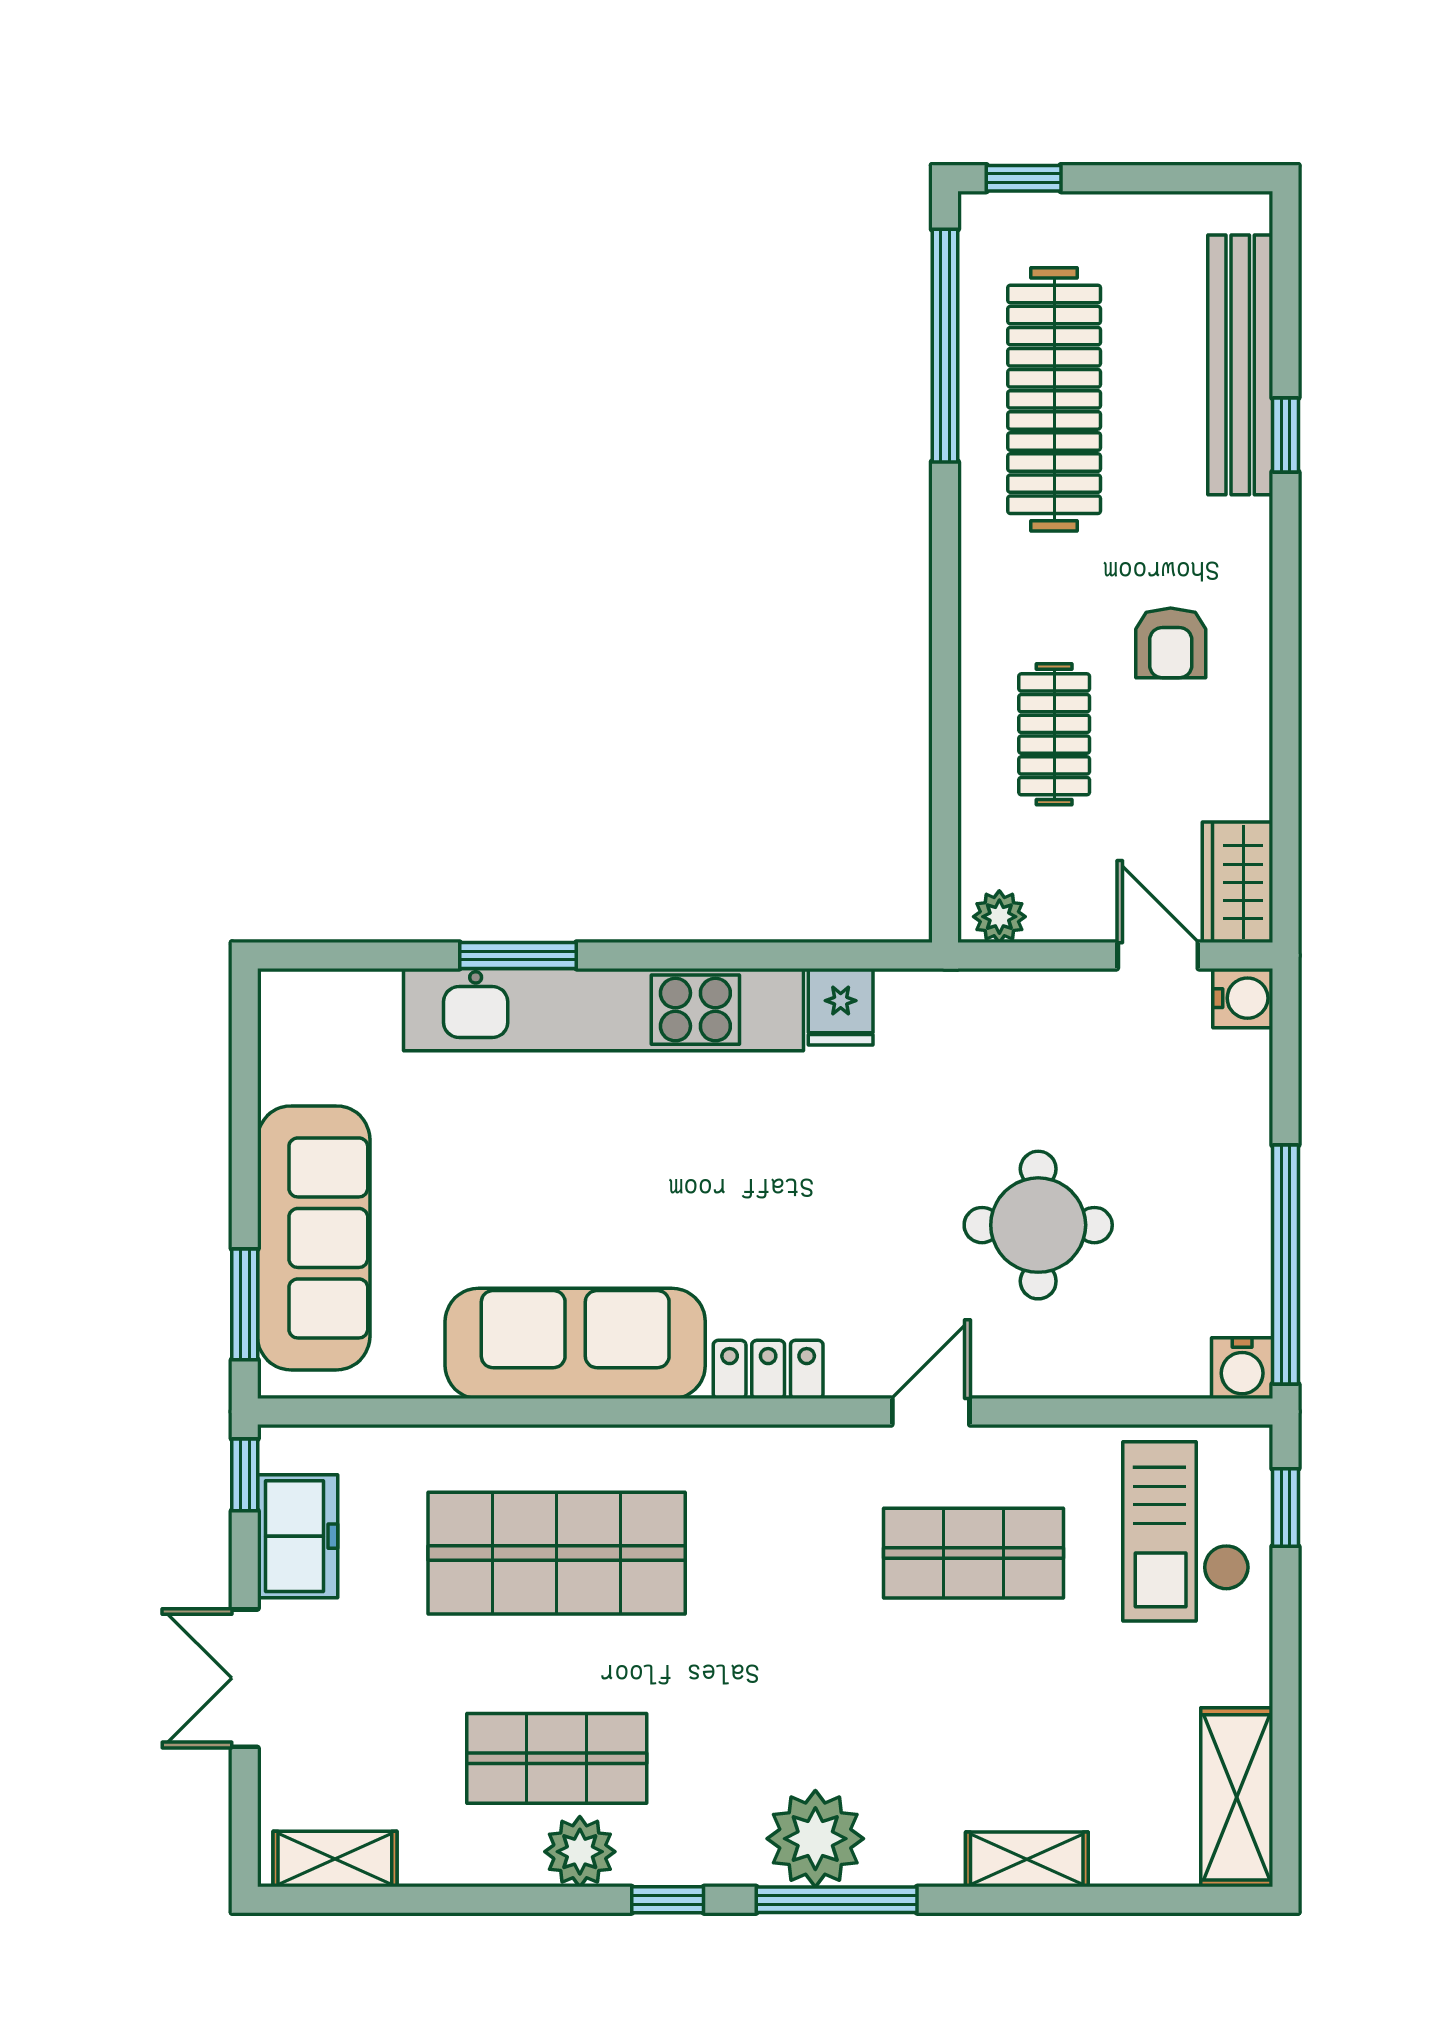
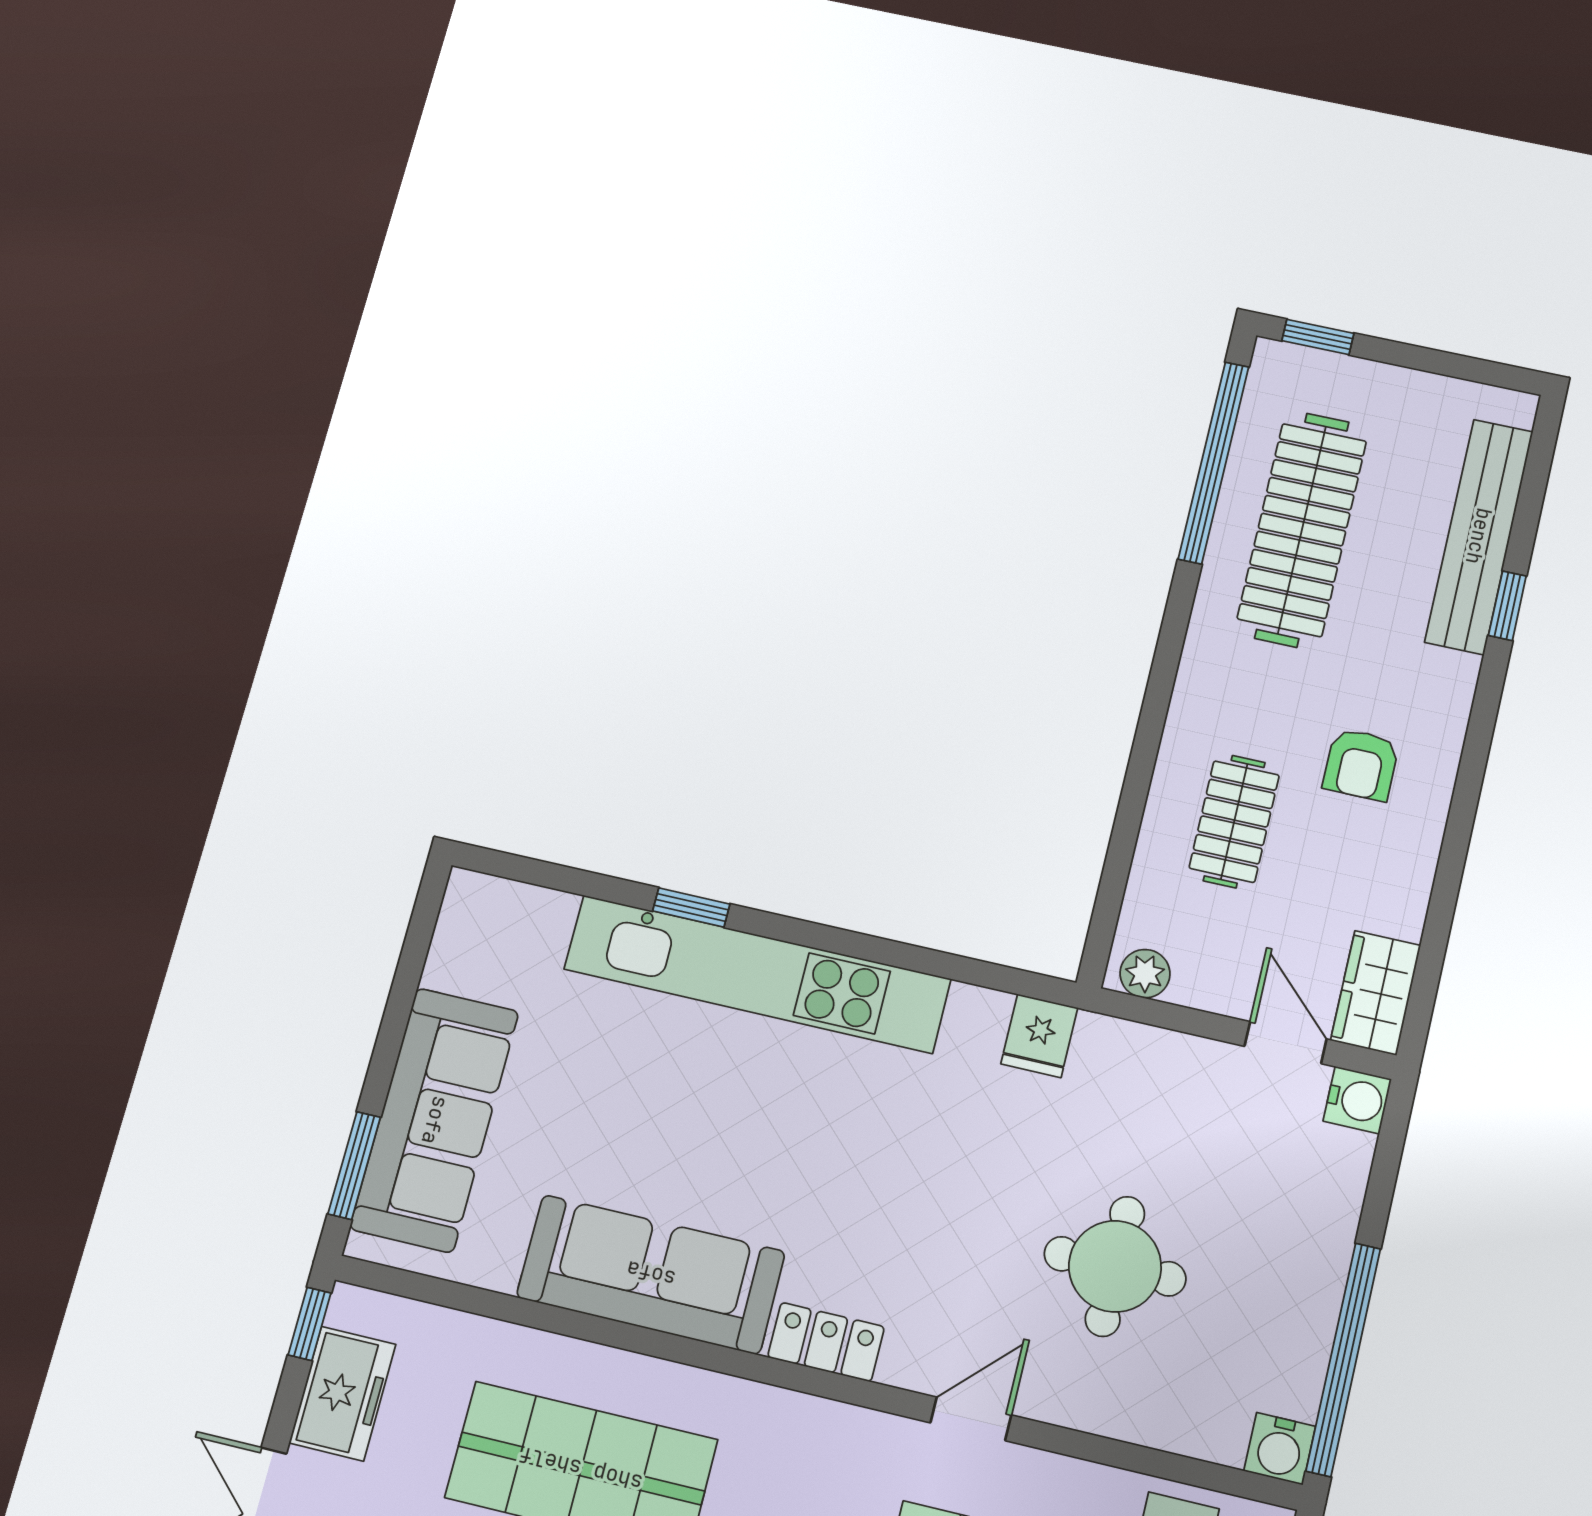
window: (518, 955) -> (691, 908), width x0.67
fridge: (841, 1007) -> (1039, 1036), moved

